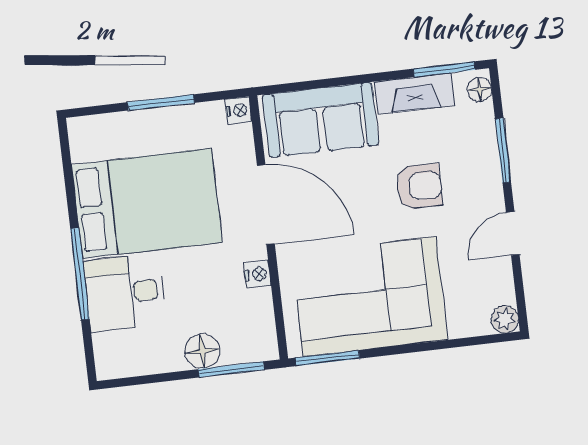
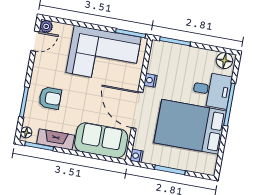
armchair: (419, 186) -> (50, 98), moved, turned 180
door: (513, 233) -> (35, 41), moved
floor lamp: (202, 351) -> (224, 61), moved

